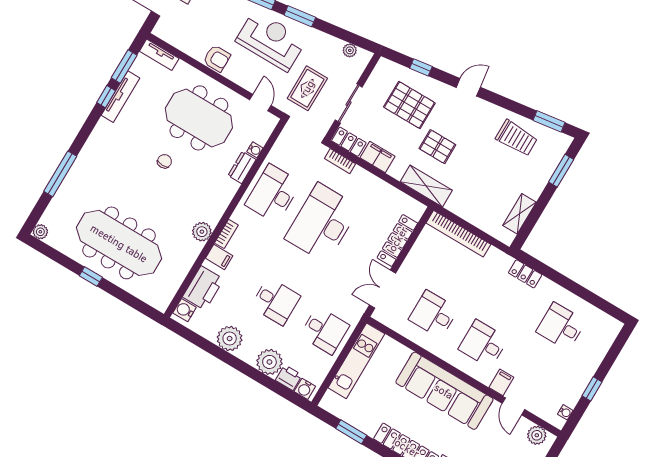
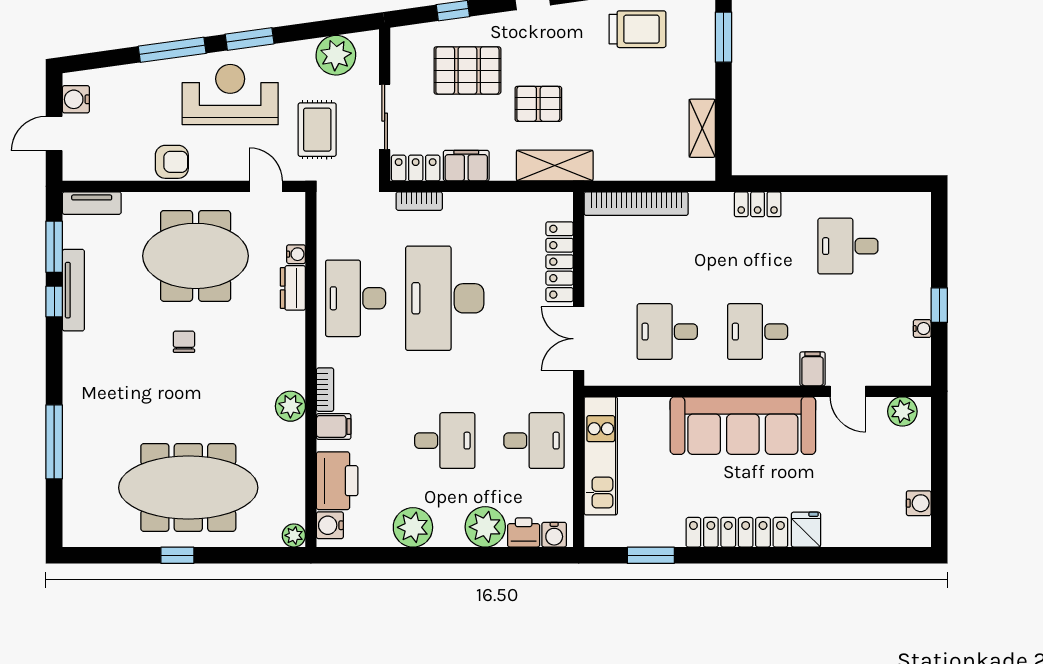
plant: (350, 50) -> (336, 55), width x1.88, depth x1.88
plant: (40, 232) -> (294, 535), moved
water cooler: (565, 412) -> (922, 329), moved

